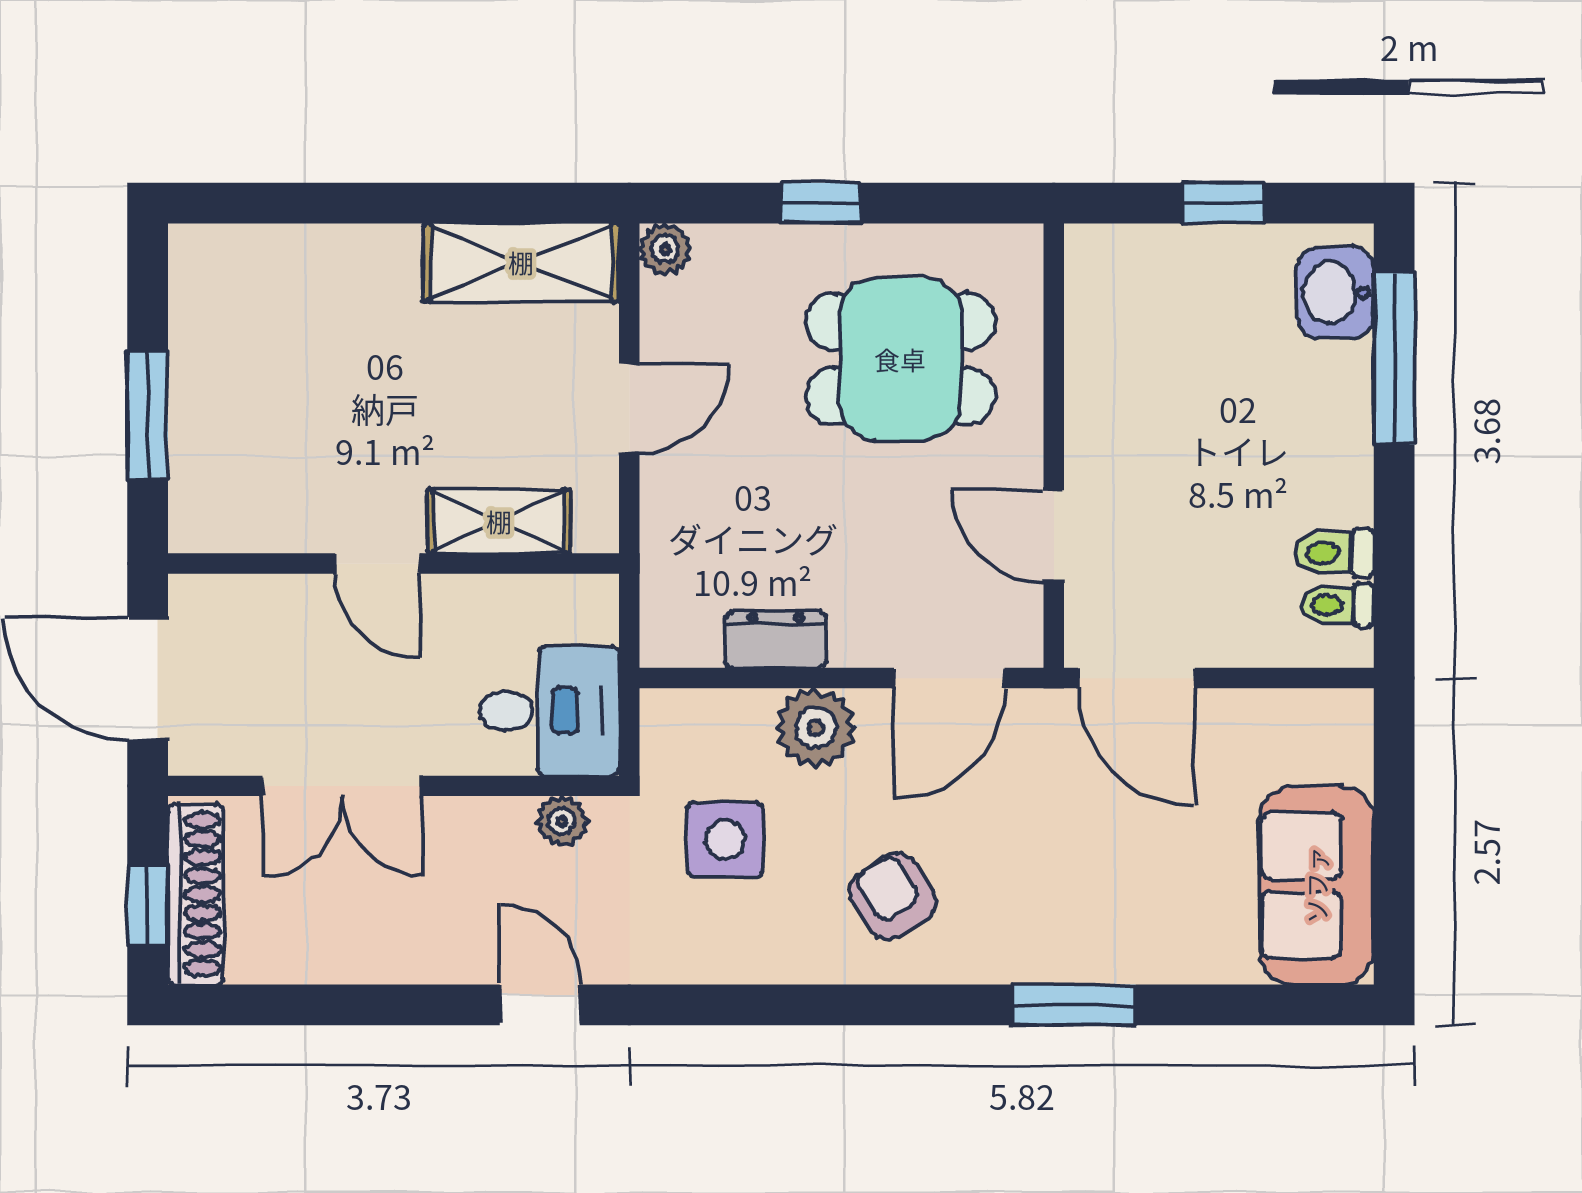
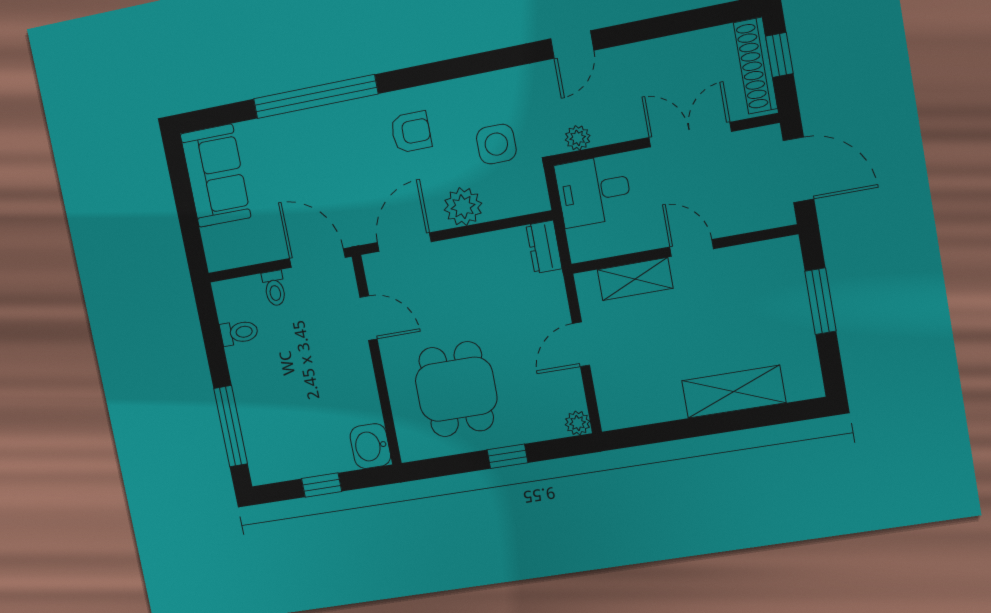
shelving: (521, 262) -> (734, 392), moved
washbasin: (1335, 292) -> (370, 446), moved, turned 180
dining table: (900, 359) -> (456, 389), turned 90
toilet: (1338, 605) -> (274, 288), moved, turned 90
dresser: (776, 640) -> (544, 247), moved, turned 90
armchair: (892, 896) -> (411, 132), turned -57
door: (540, 1005) -> (572, 45), hinge flipped
window: (1074, 1005) -> (316, 96), width x2.11

